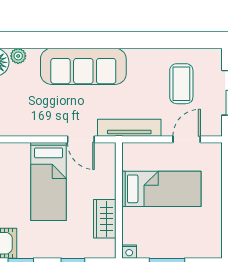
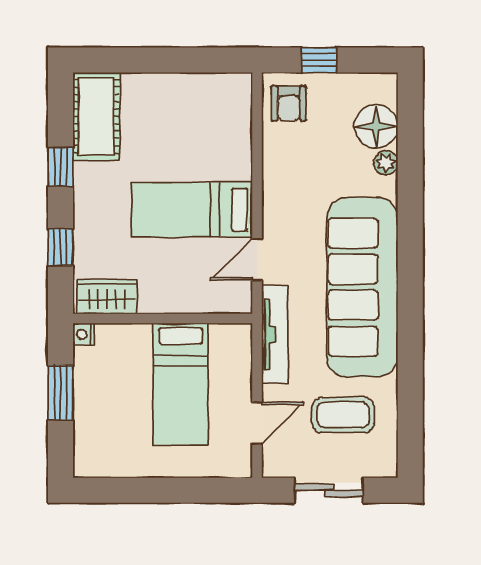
sofa: (83, 66) -> (362, 287), width x1.36, depth x1.27
door: (187, 139) -> (257, 423), hinge flipped
wardrobe: (105, 219) -> (107, 297), moved

